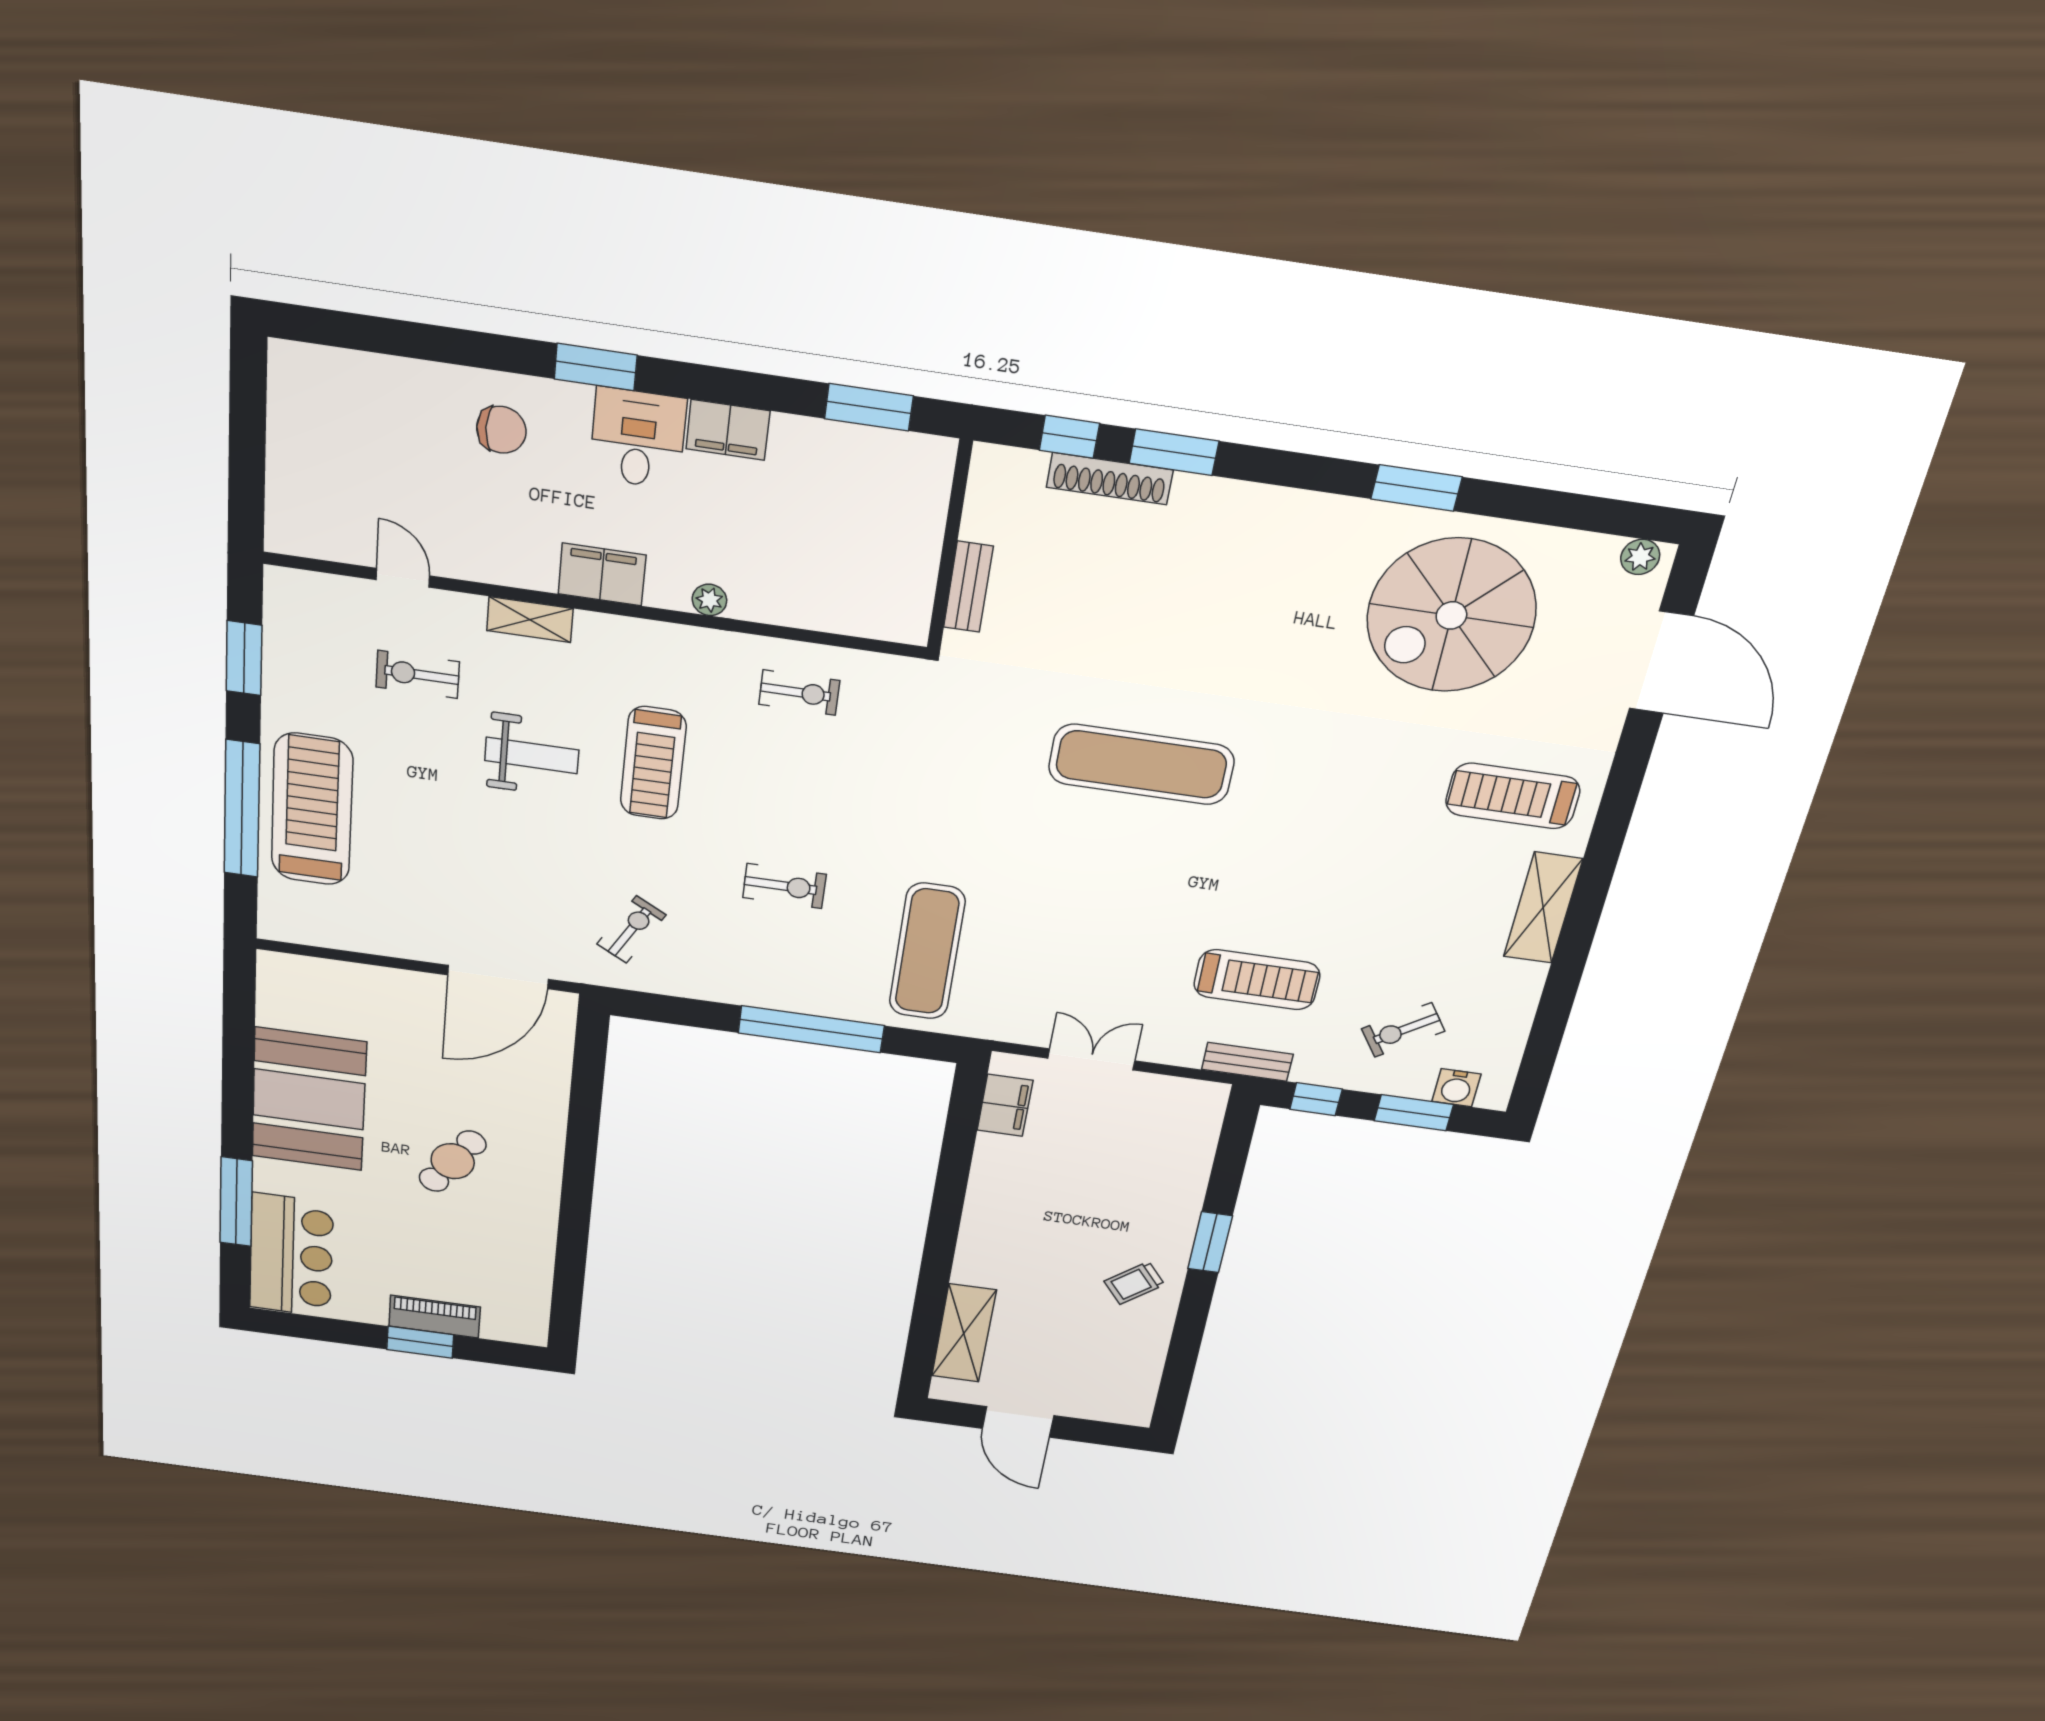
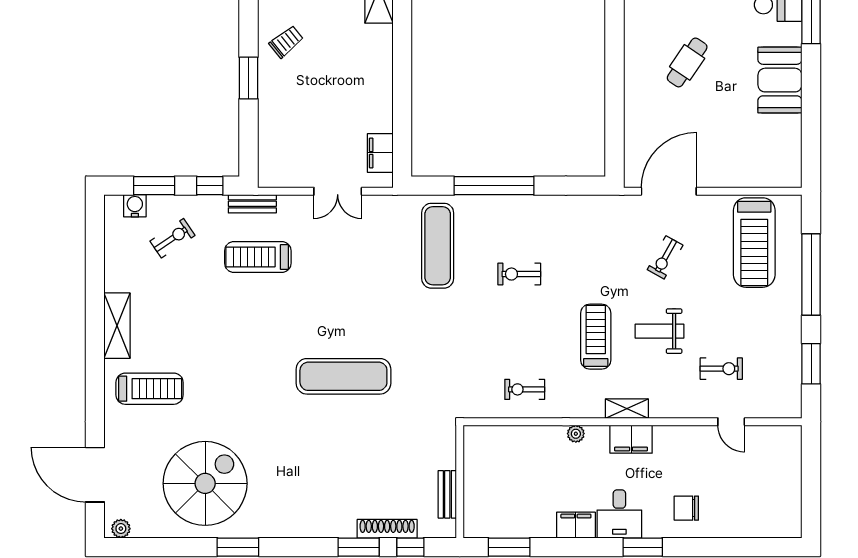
bench: (968, 587) -> (447, 494), moved
shelving: (530, 620) -> (627, 409), moved
treadmill: (312, 810) -> (754, 243), moved
exercise bike: (631, 929) -> (665, 257), moved
booth: (309, 1099) -> (780, 80), width x0.73, depth x0.70

